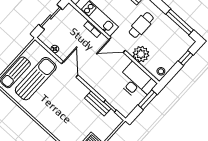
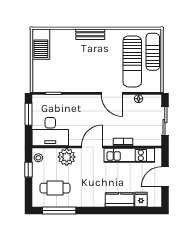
cafe table: (141, 25) -> (55, 188), moved, turned 90
window: (186, 58) -> (28, 170), moved
window: (147, 100) -> (28, 114), moved
bench: (98, 103) -> (90, 34), moved

